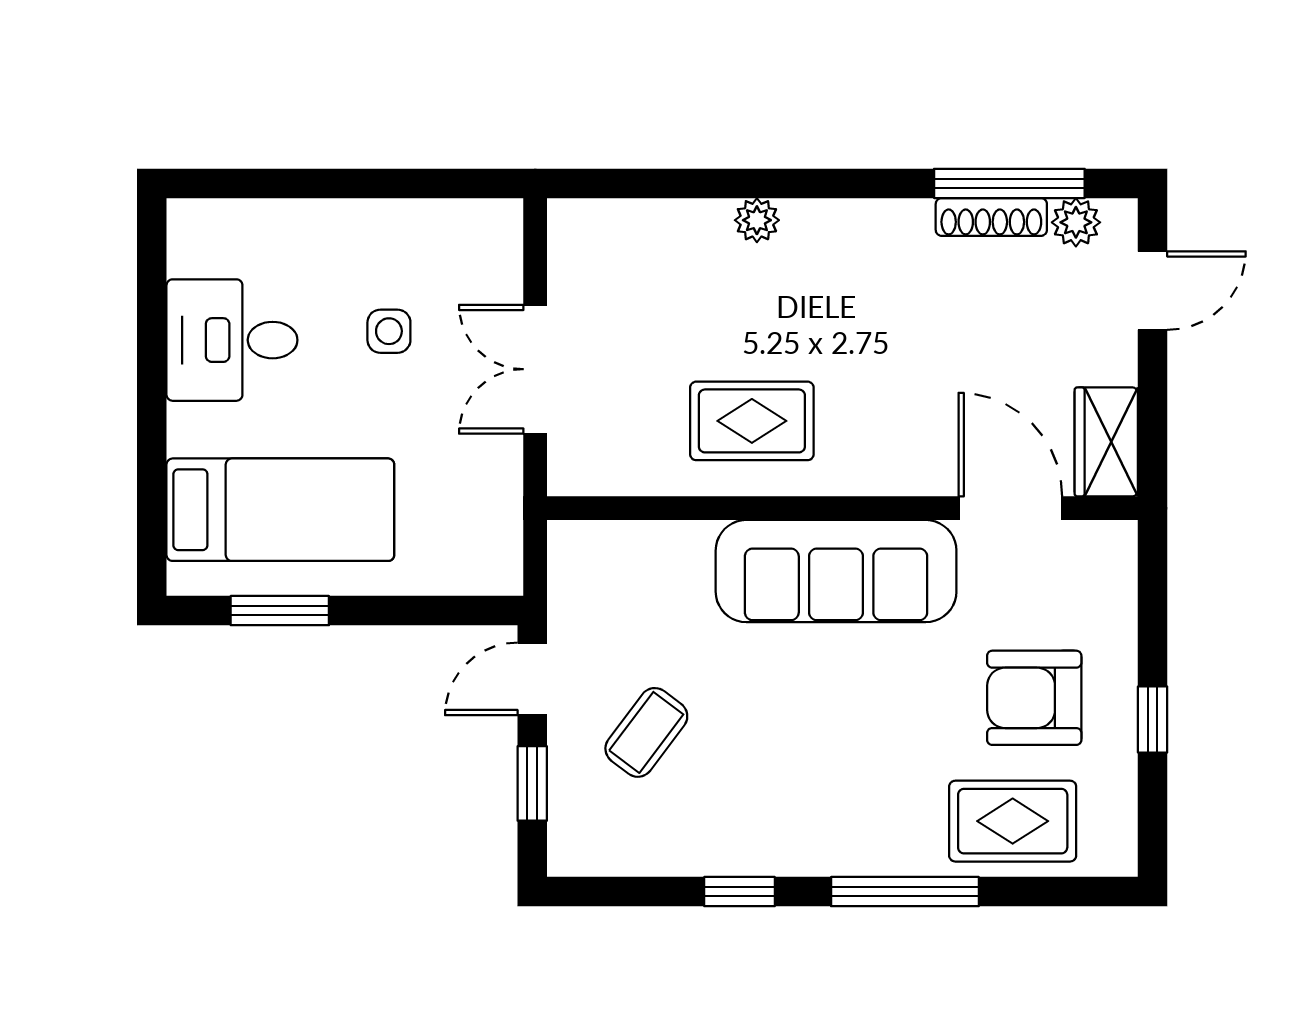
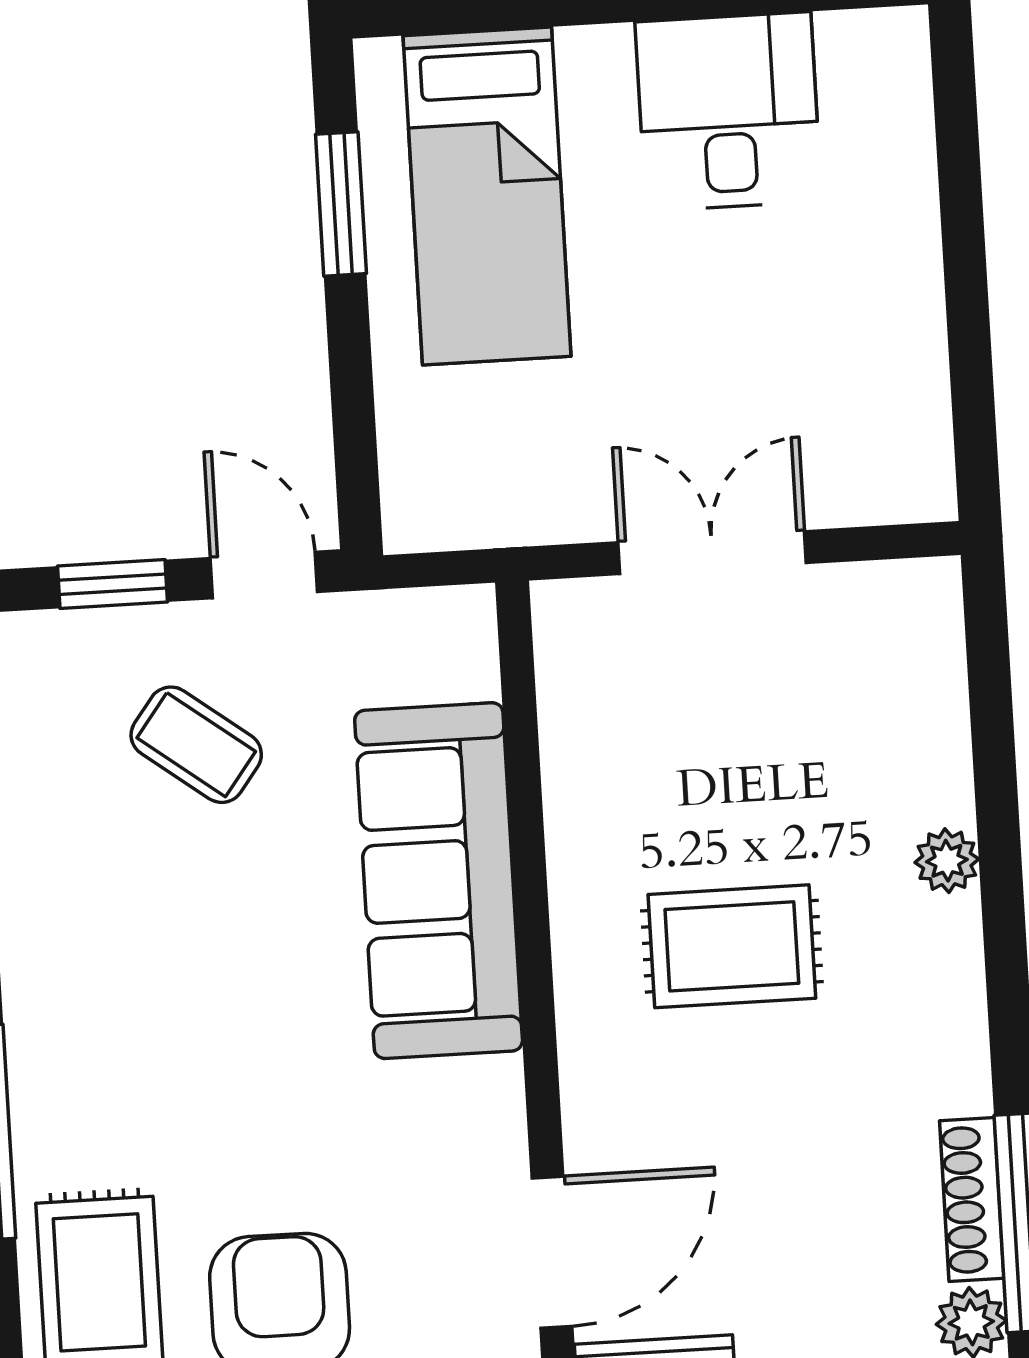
side table: (389, 331) -> (755, 338), removed
rug: (752, 421) -> (732, 946), moved, turned 90
sofa: (836, 571) -> (439, 881), moved

